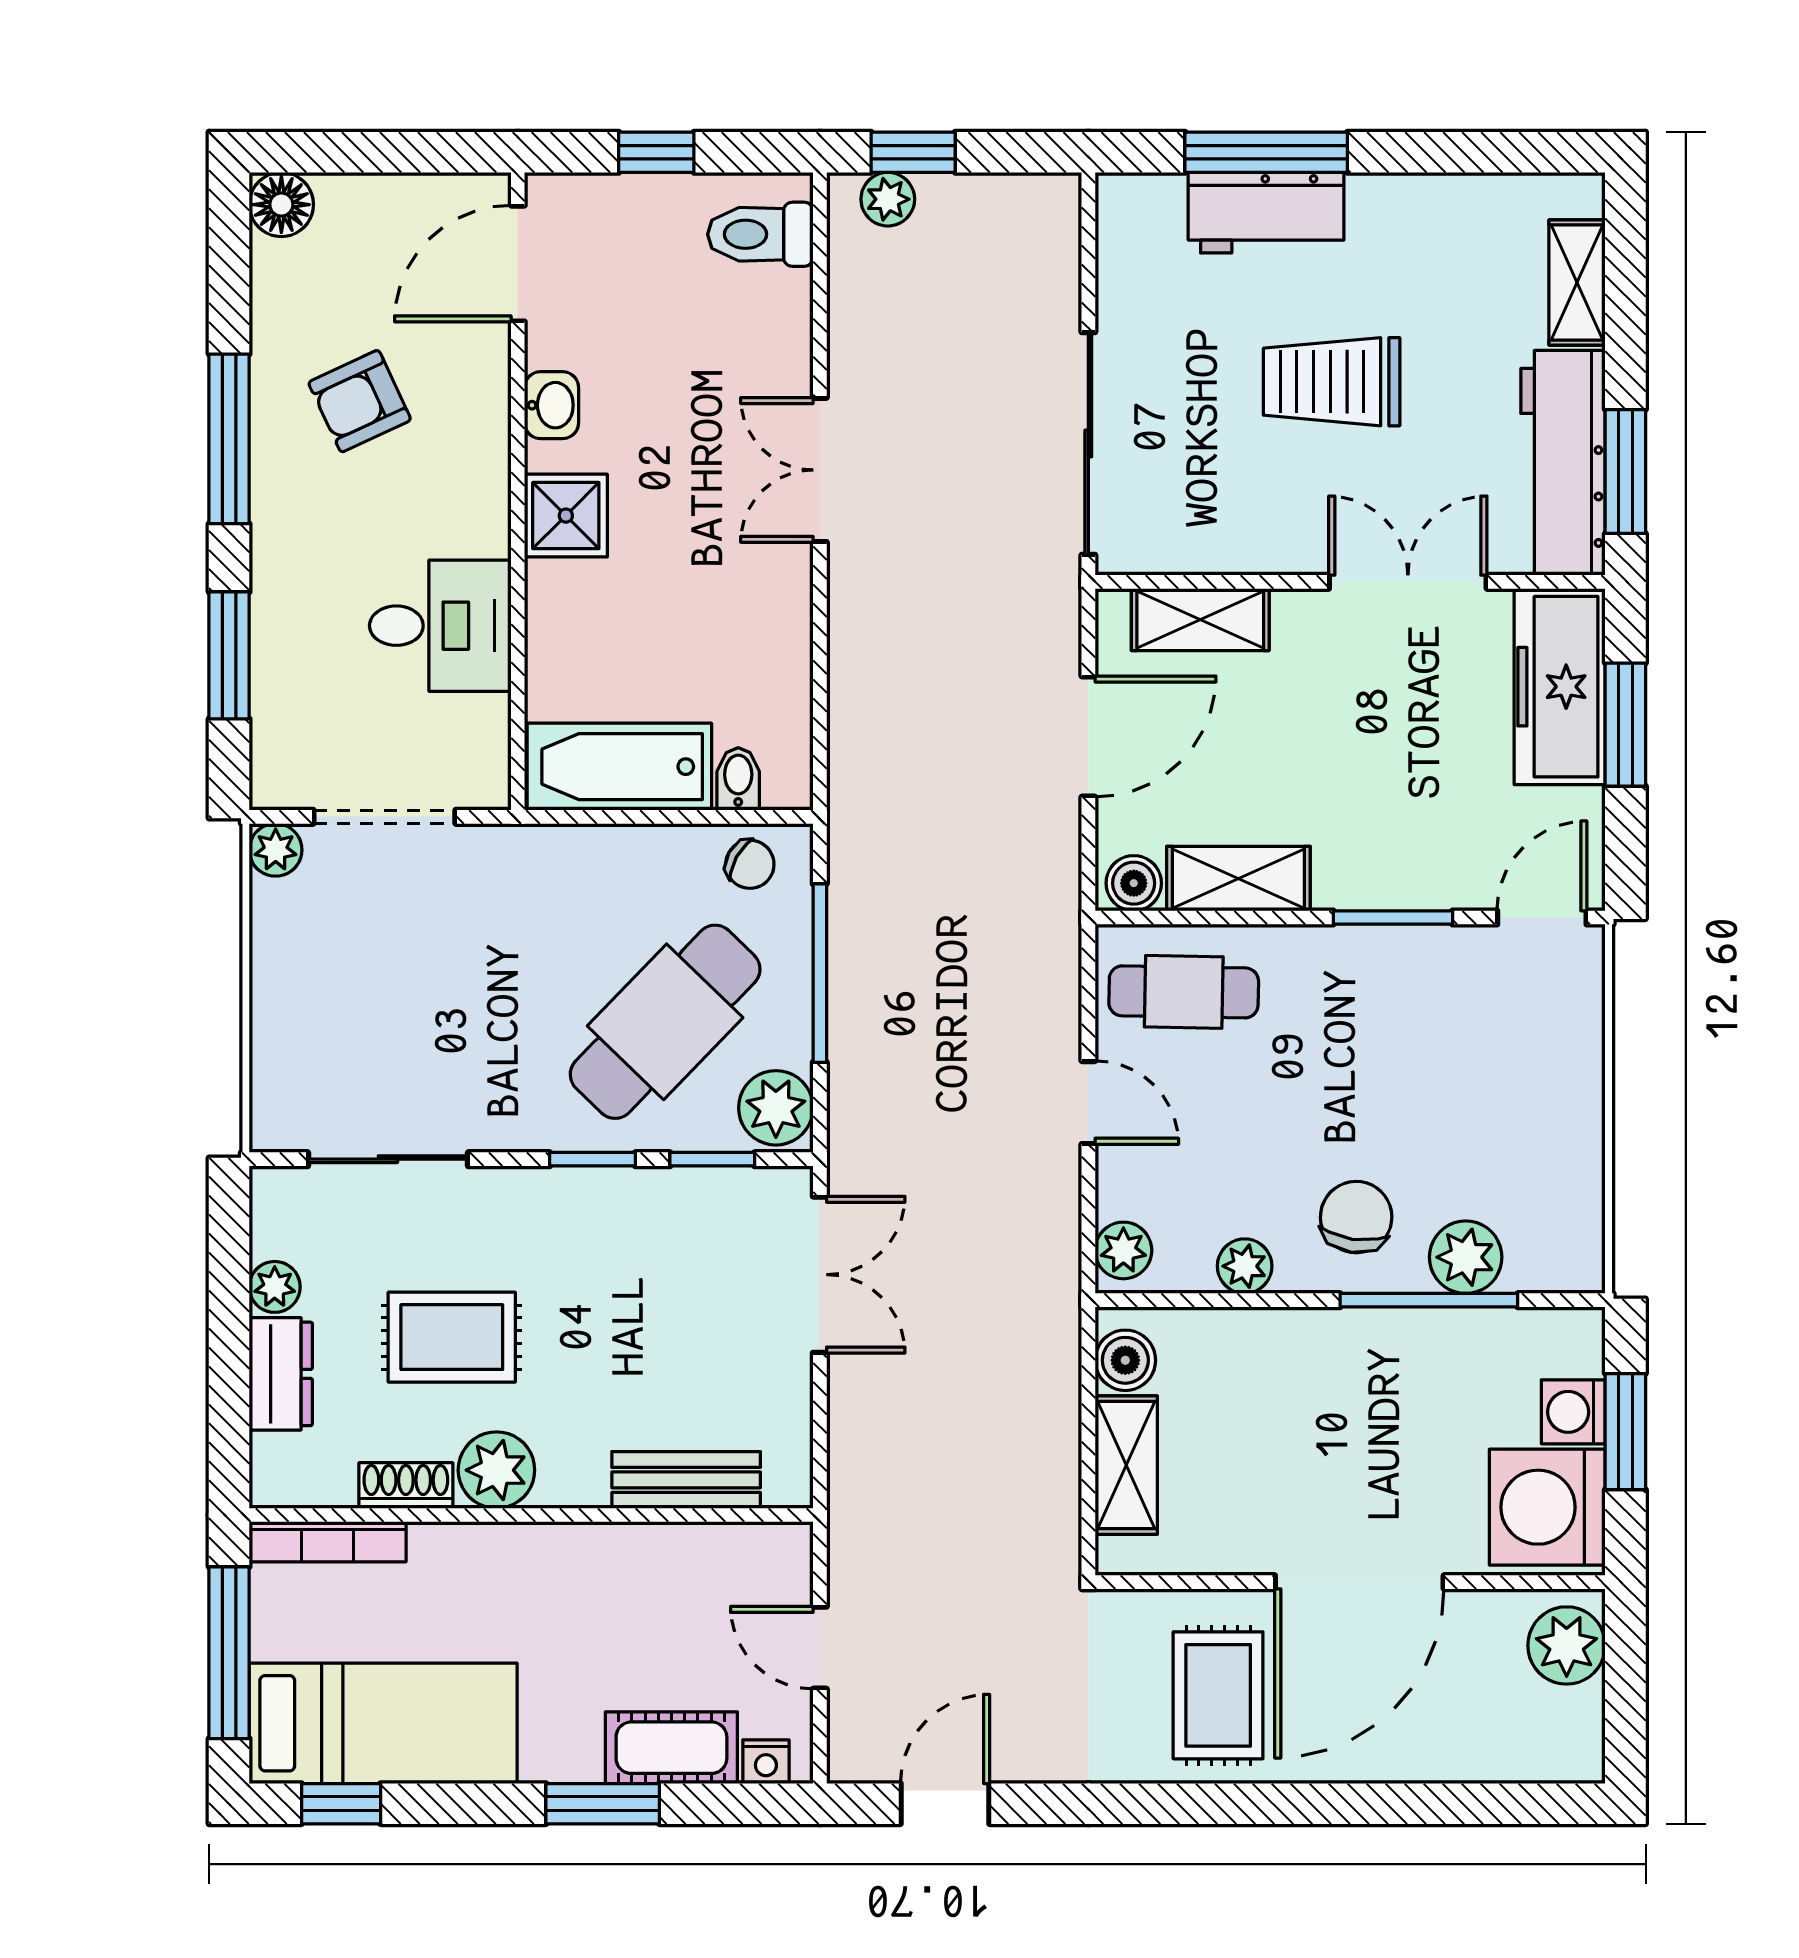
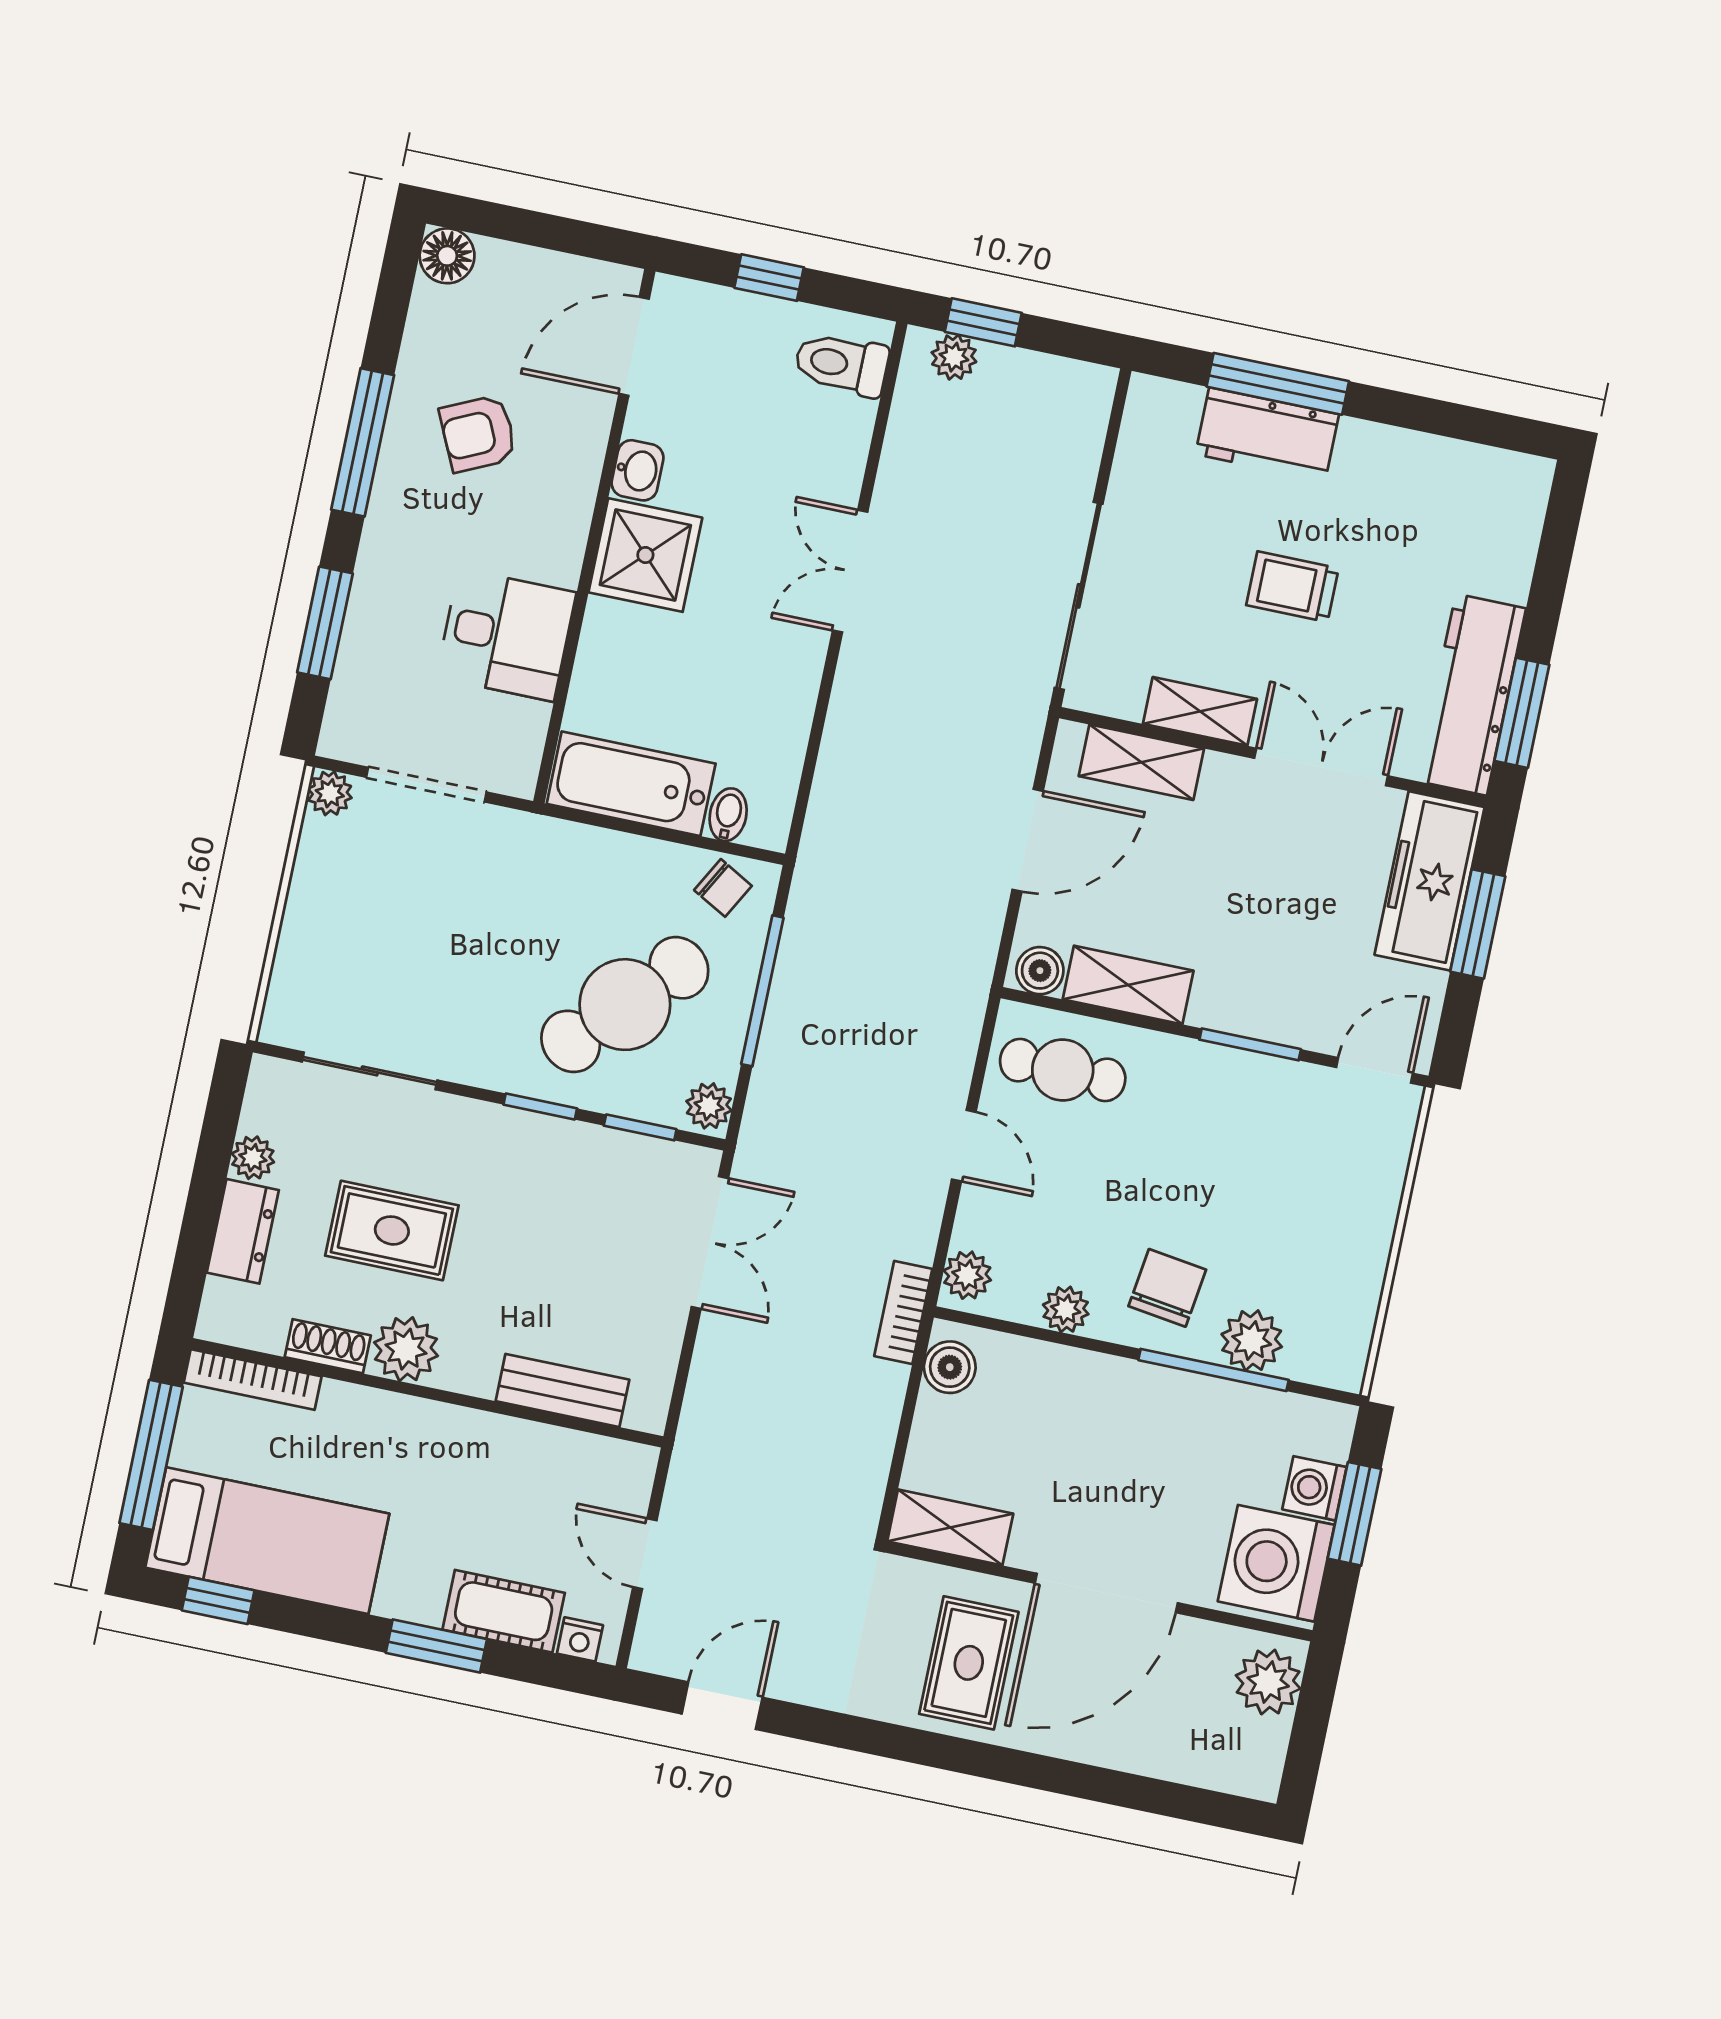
shelving: (1577, 283) -> (1200, 711), moved, turned 90
trolley: (1332, 382) -> (1292, 587), width x0.73, depth x0.72
shower: (566, 516) -> (645, 555), width x1.36, depth x1.36
plant: (776, 1108) -> (709, 1106), width x0.73, depth x0.73
bookcase: (1059, 1309) -> (903, 1312), added
shelving: (1126, 1465) -> (950, 1527), moved, turned 90

